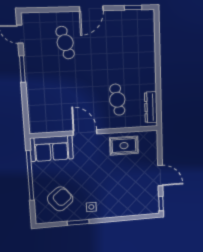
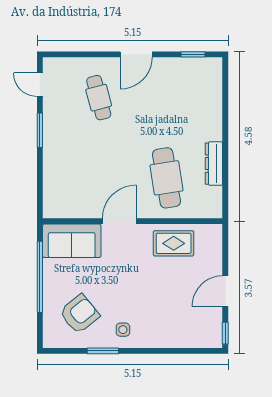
cafe table: (117, 100) -> (166, 178), width x1.37, depth x1.35
dresser: (151, 107) -> (214, 164), moved
door: (85, 132) -> (119, 221), hinge flipped
door: (160, 176) -> (225, 291), swing flipped

